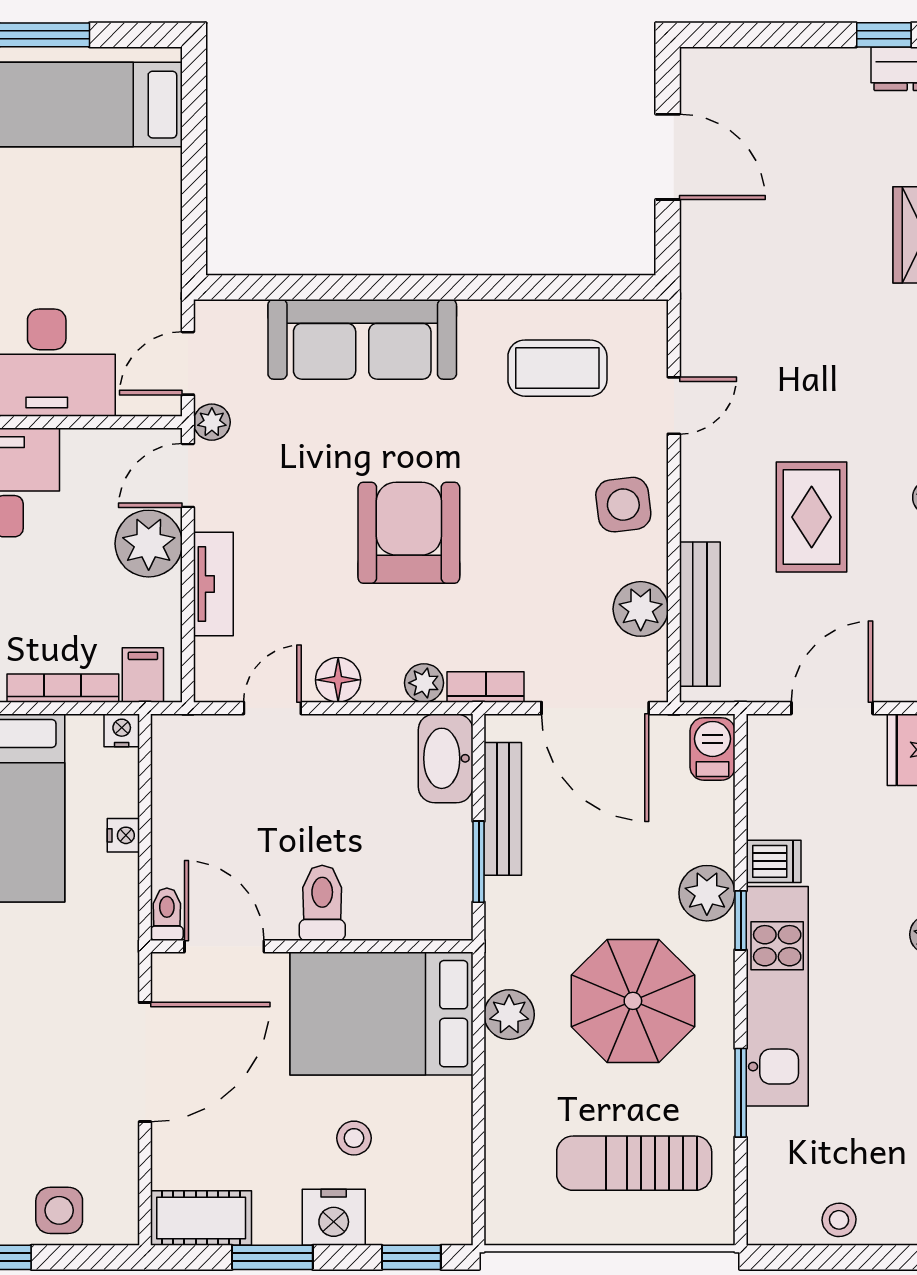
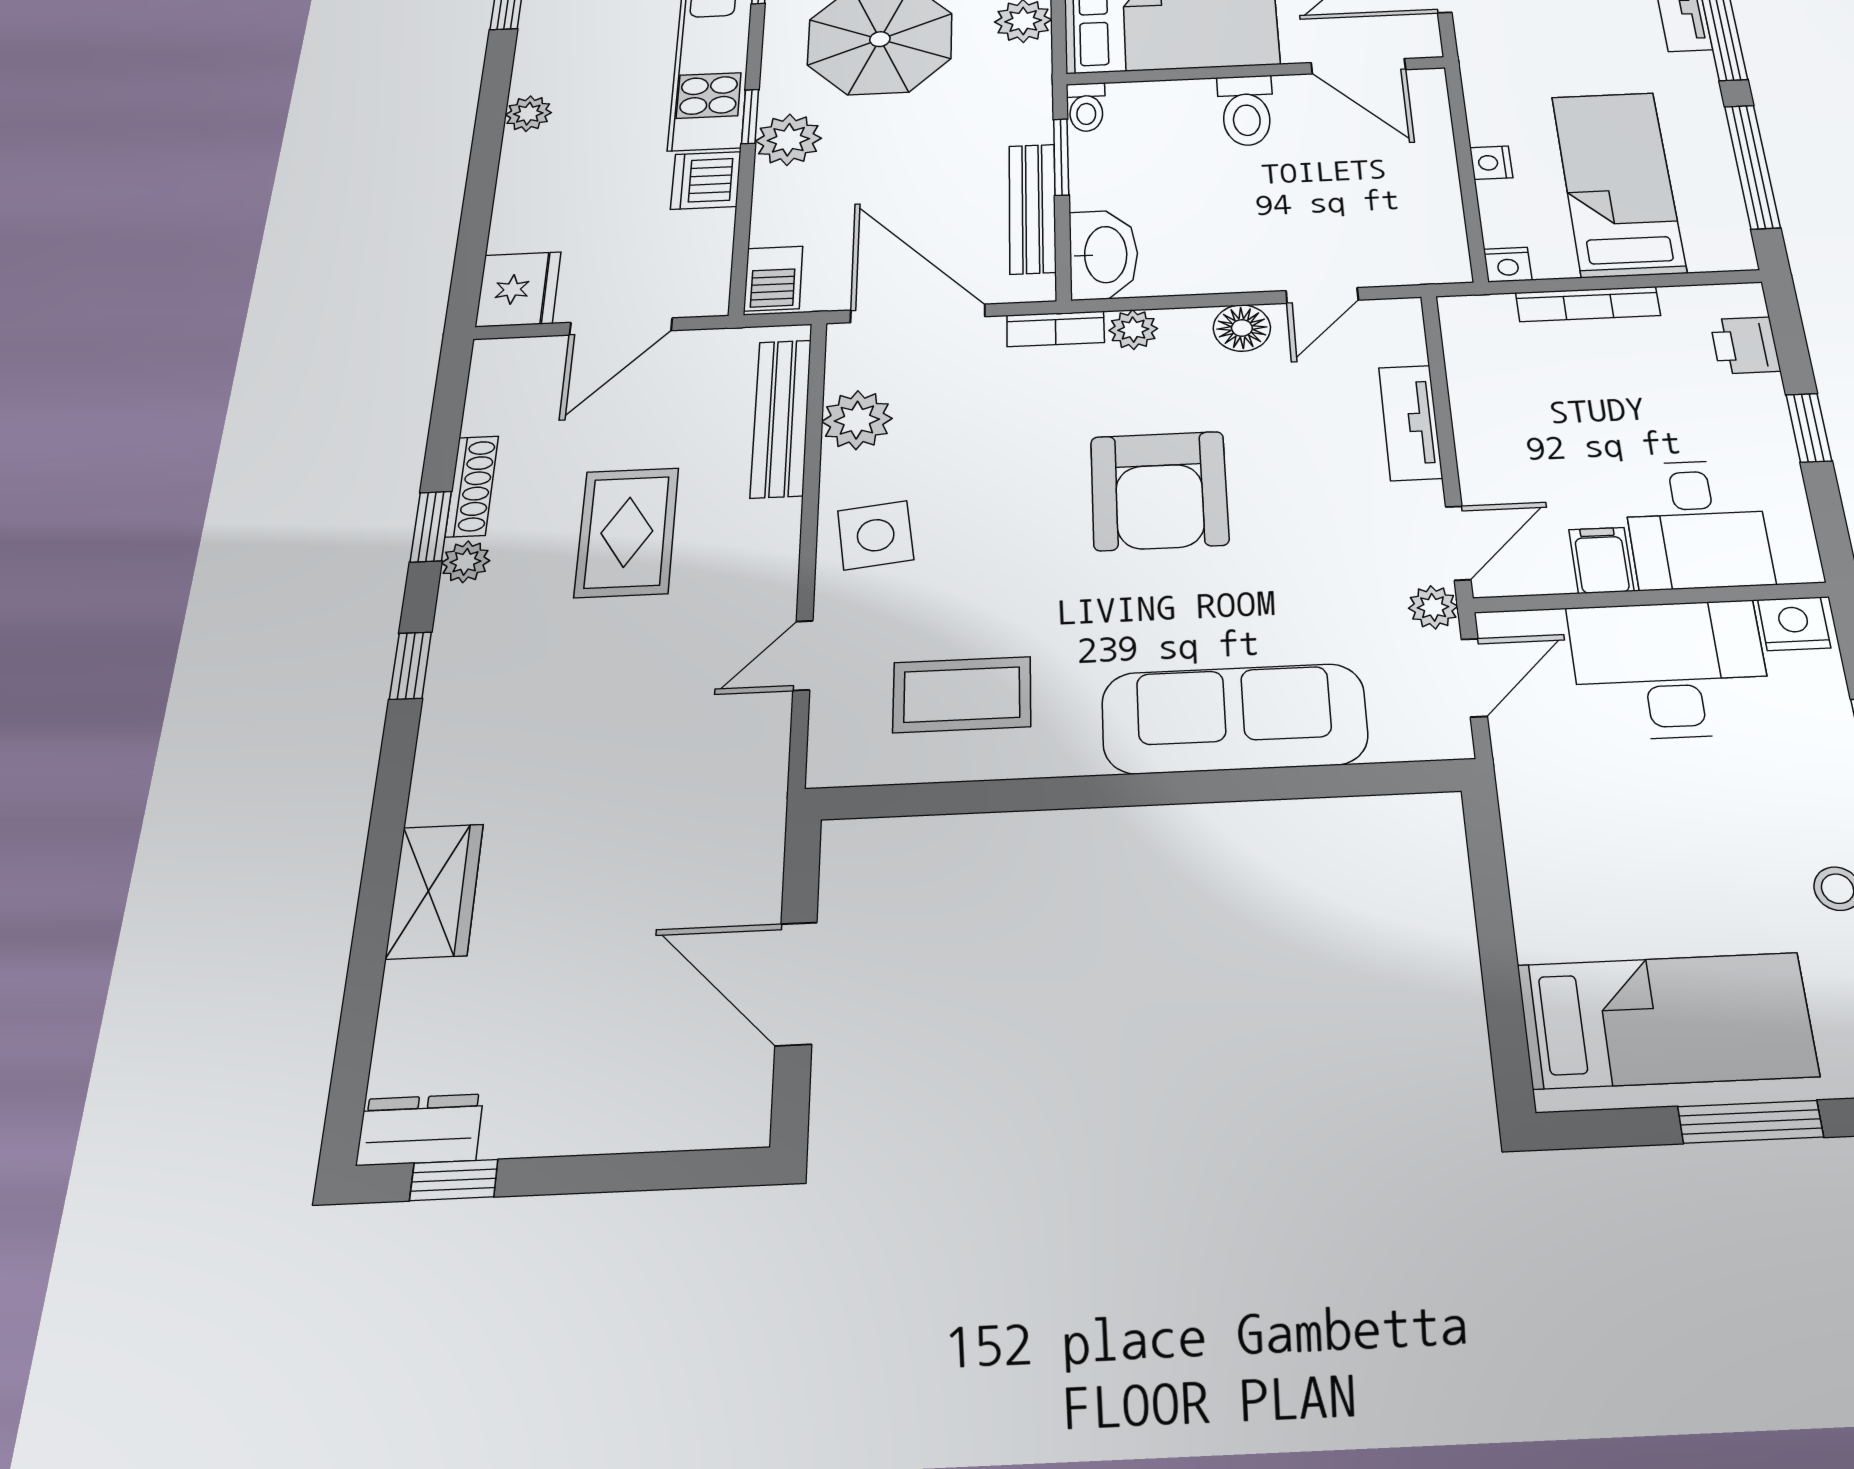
plant: (149, 544) -> (1500, 463), removed
filing cabinet: (143, 675) -> (1601, 560), moved, turned 180
dishwasher: (774, 861) -> (706, 180), width x1.38
toilet: (167, 914) -> (1086, 107), moved

